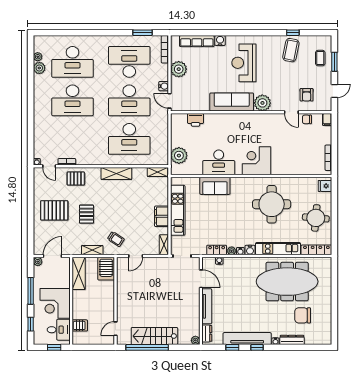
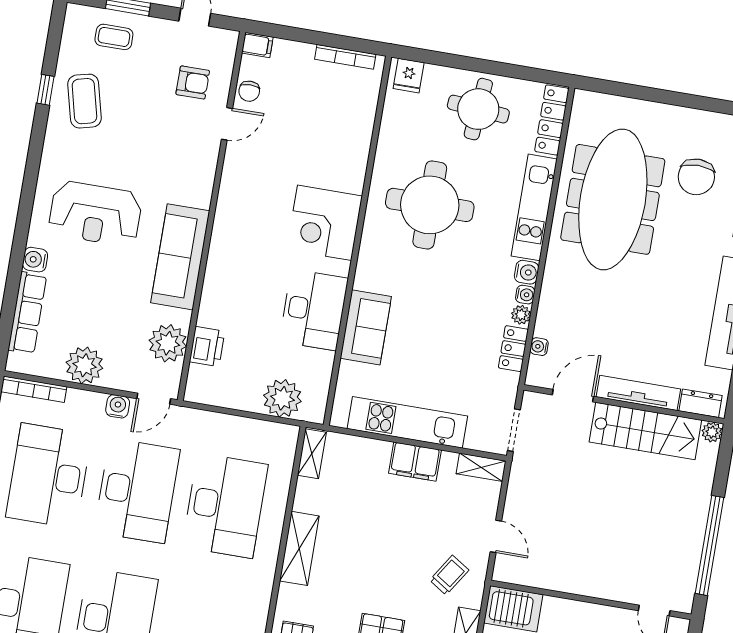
coffee table: (291, 50) -> (84, 101), turned 65
plant: (262, 103) -> (168, 343), moved
stairs: (154, 336) -> (645, 431), moved, turned -90

